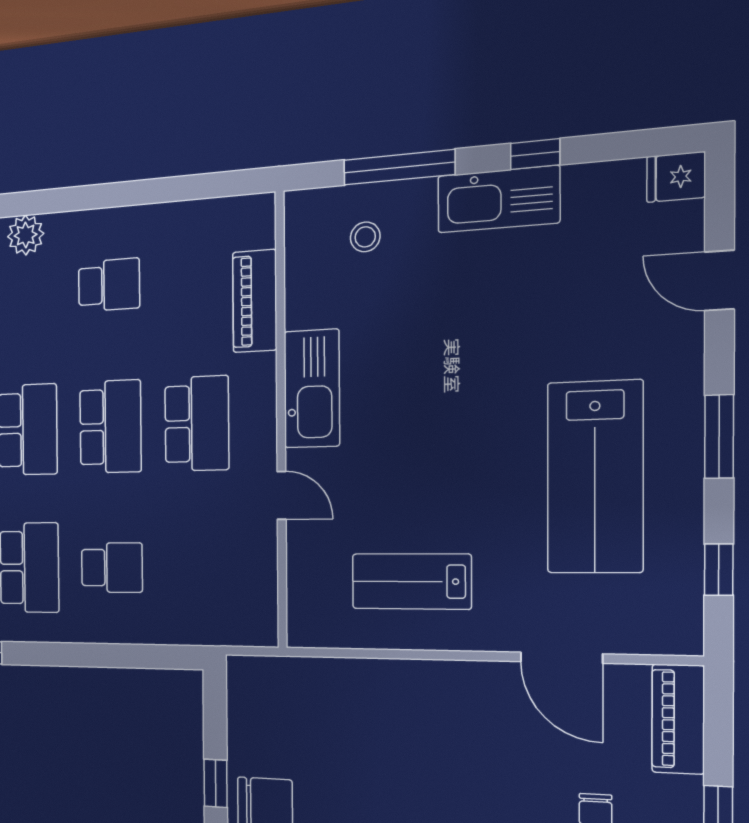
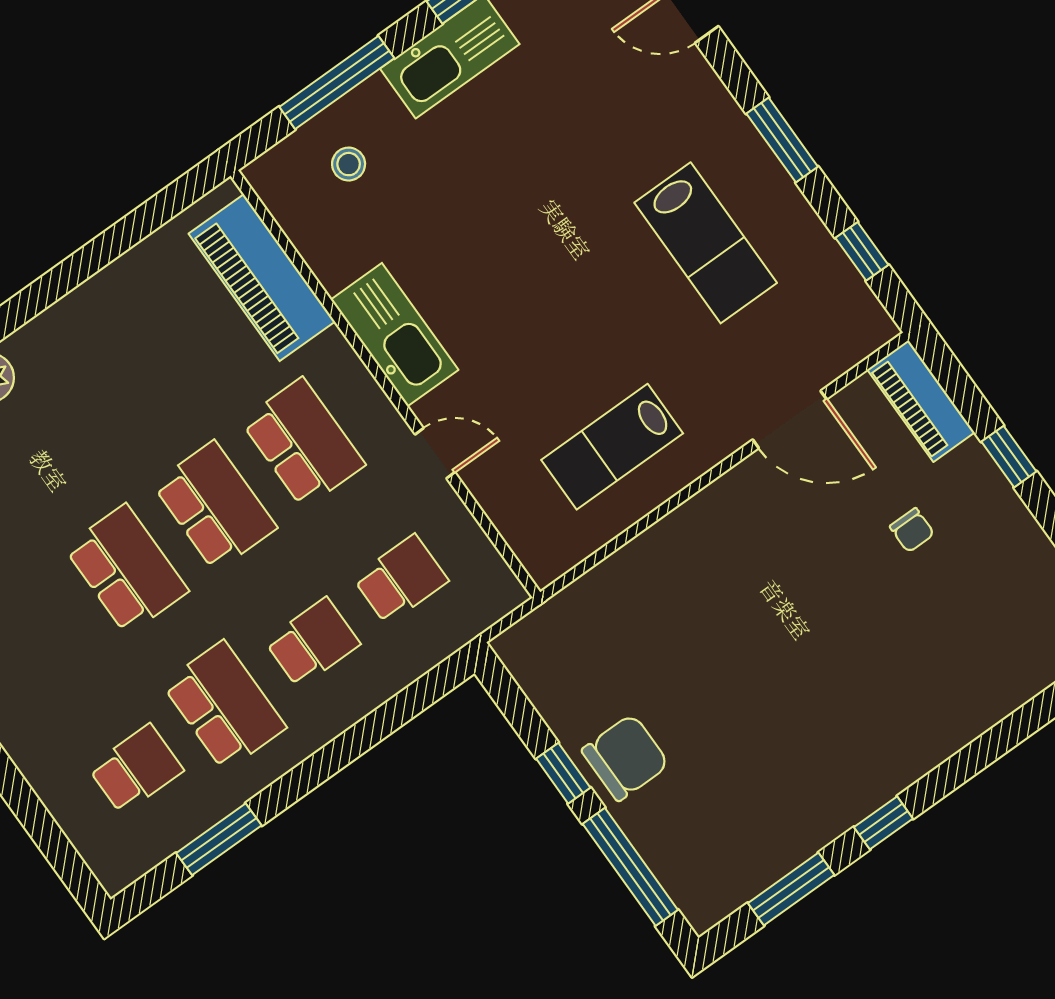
school desk: (109, 285) -> (401, 579), moved
piano: (255, 301) -> (262, 278), width x1.37, depth x1.33
lab bench: (595, 477) -> (706, 243), width x0.73, depth x0.72

